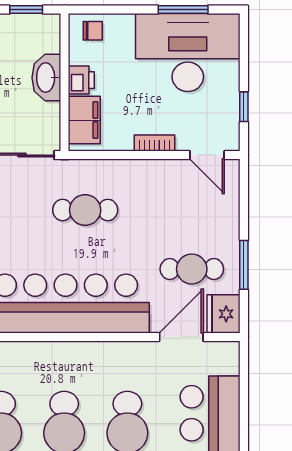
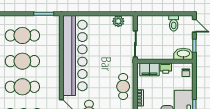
washbasin: (46, 78) -> (183, 54), moved
cafe table: (85, 210) -> (123, 86), moved

